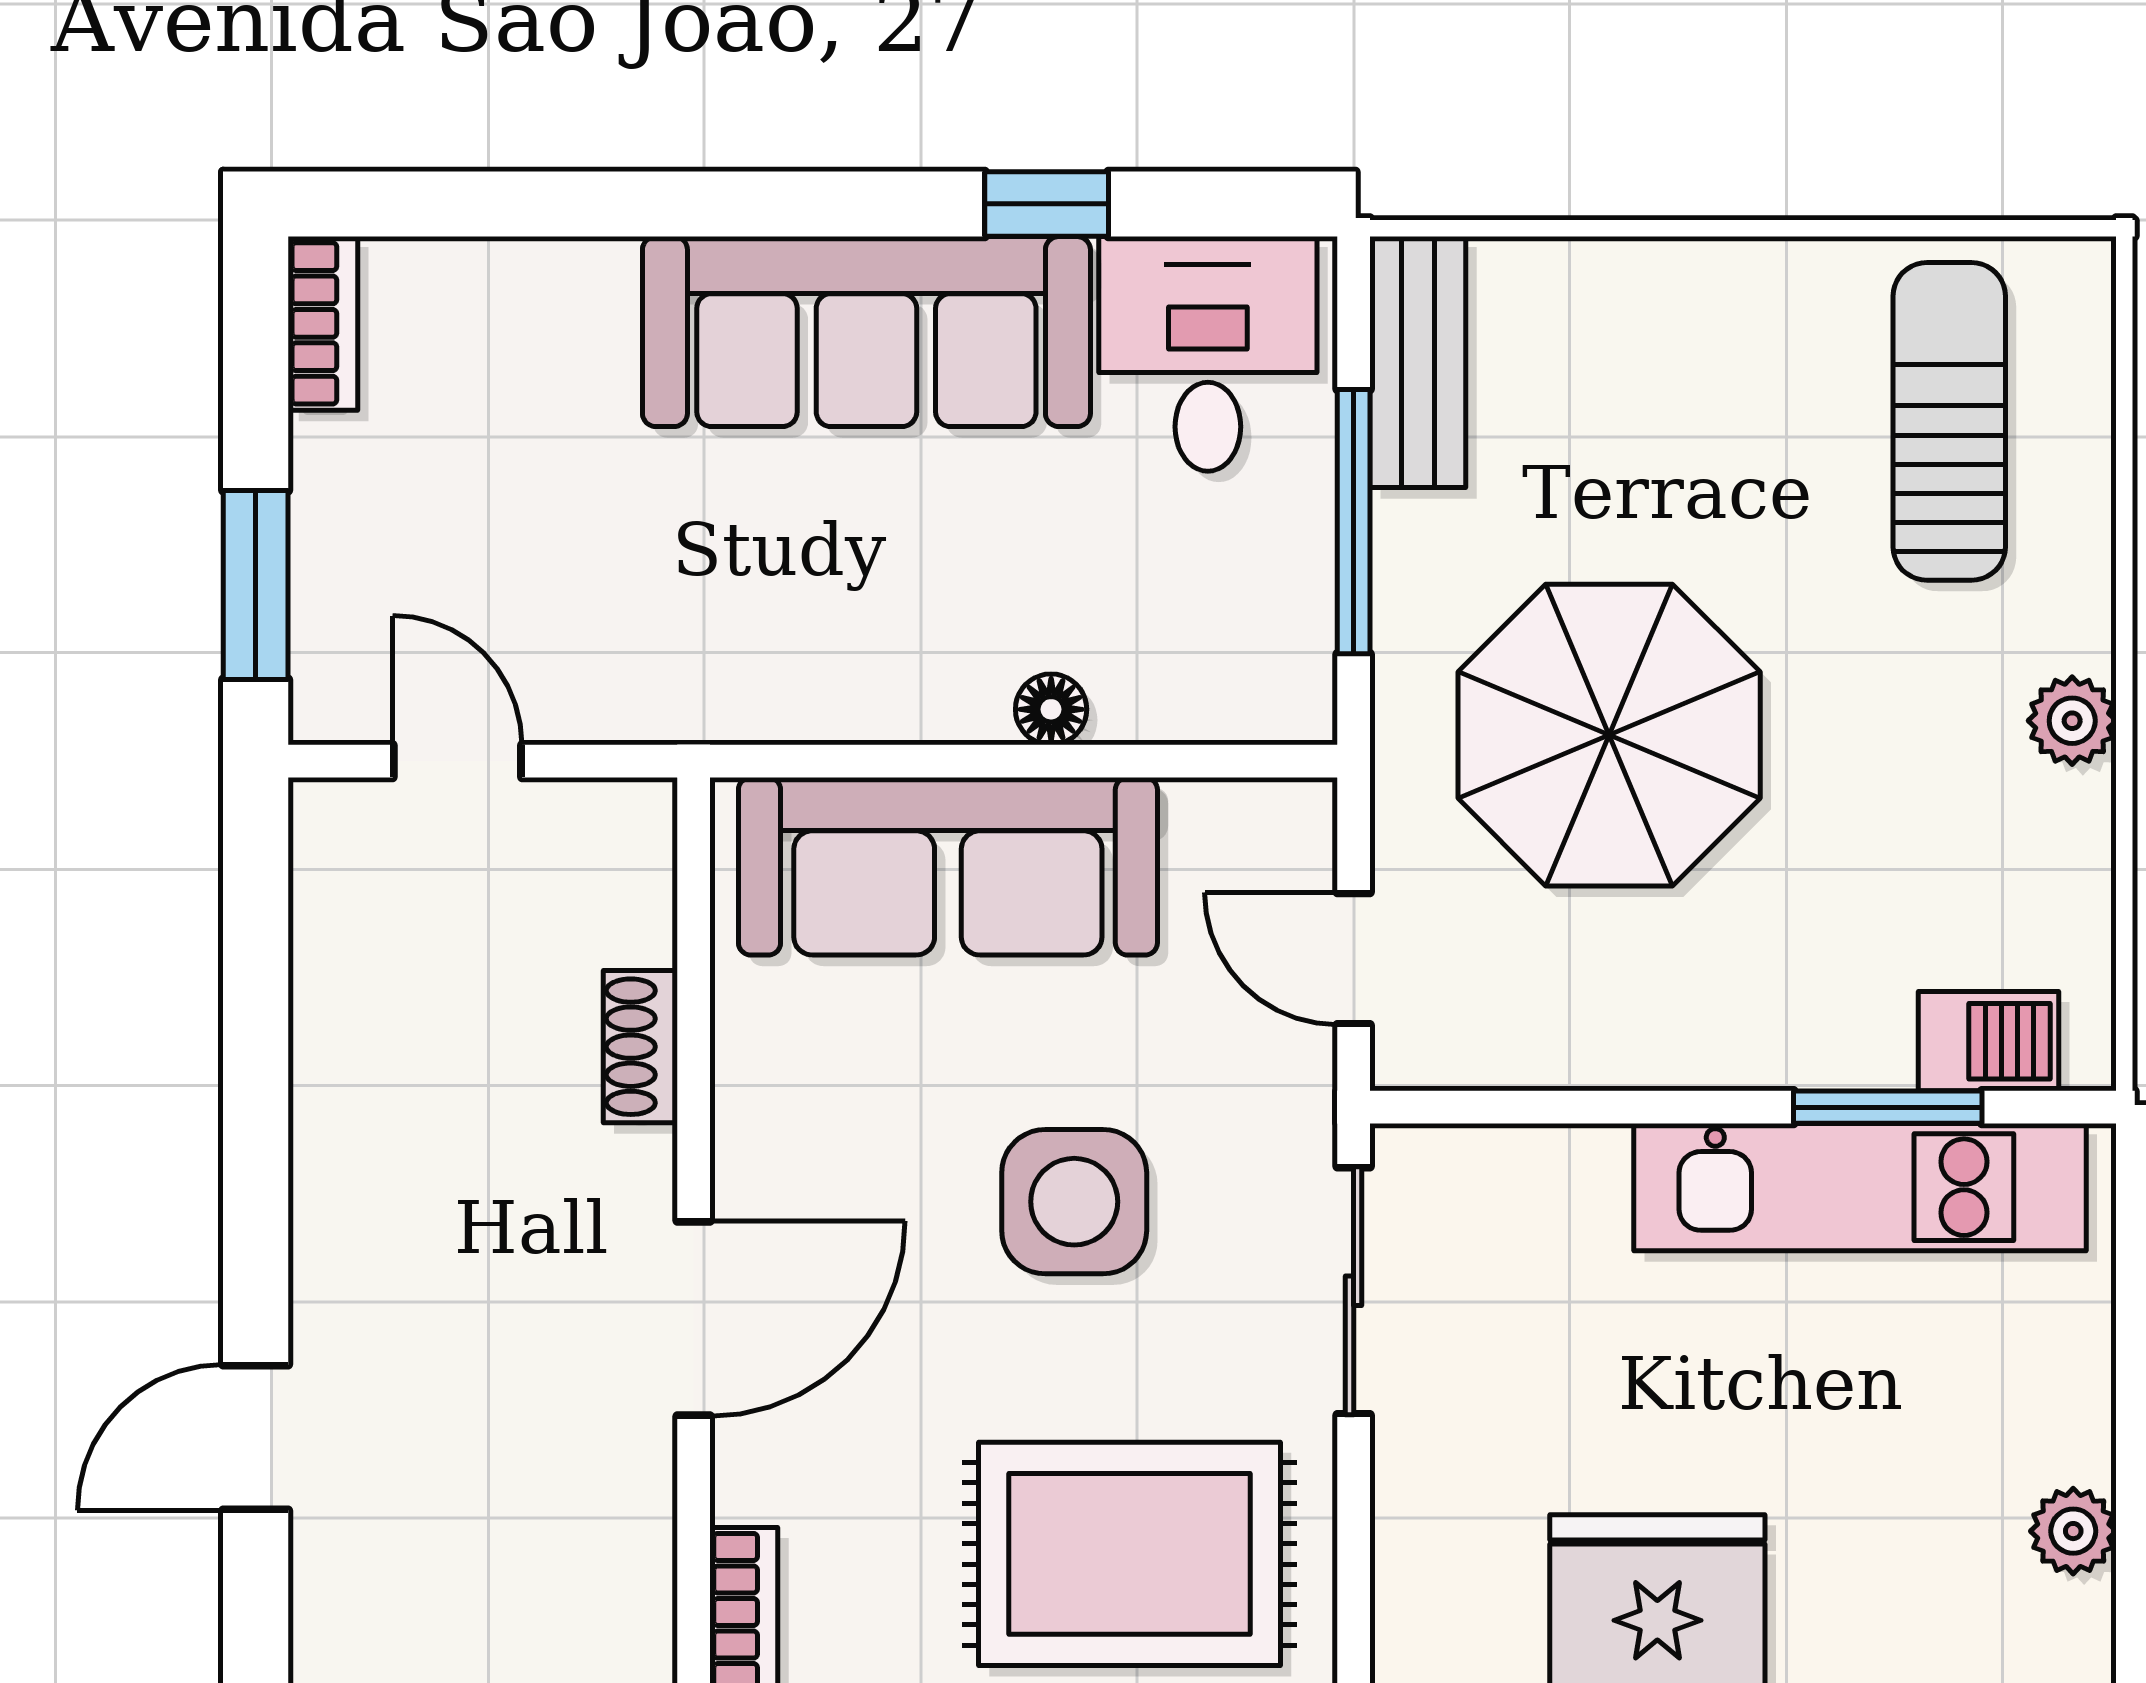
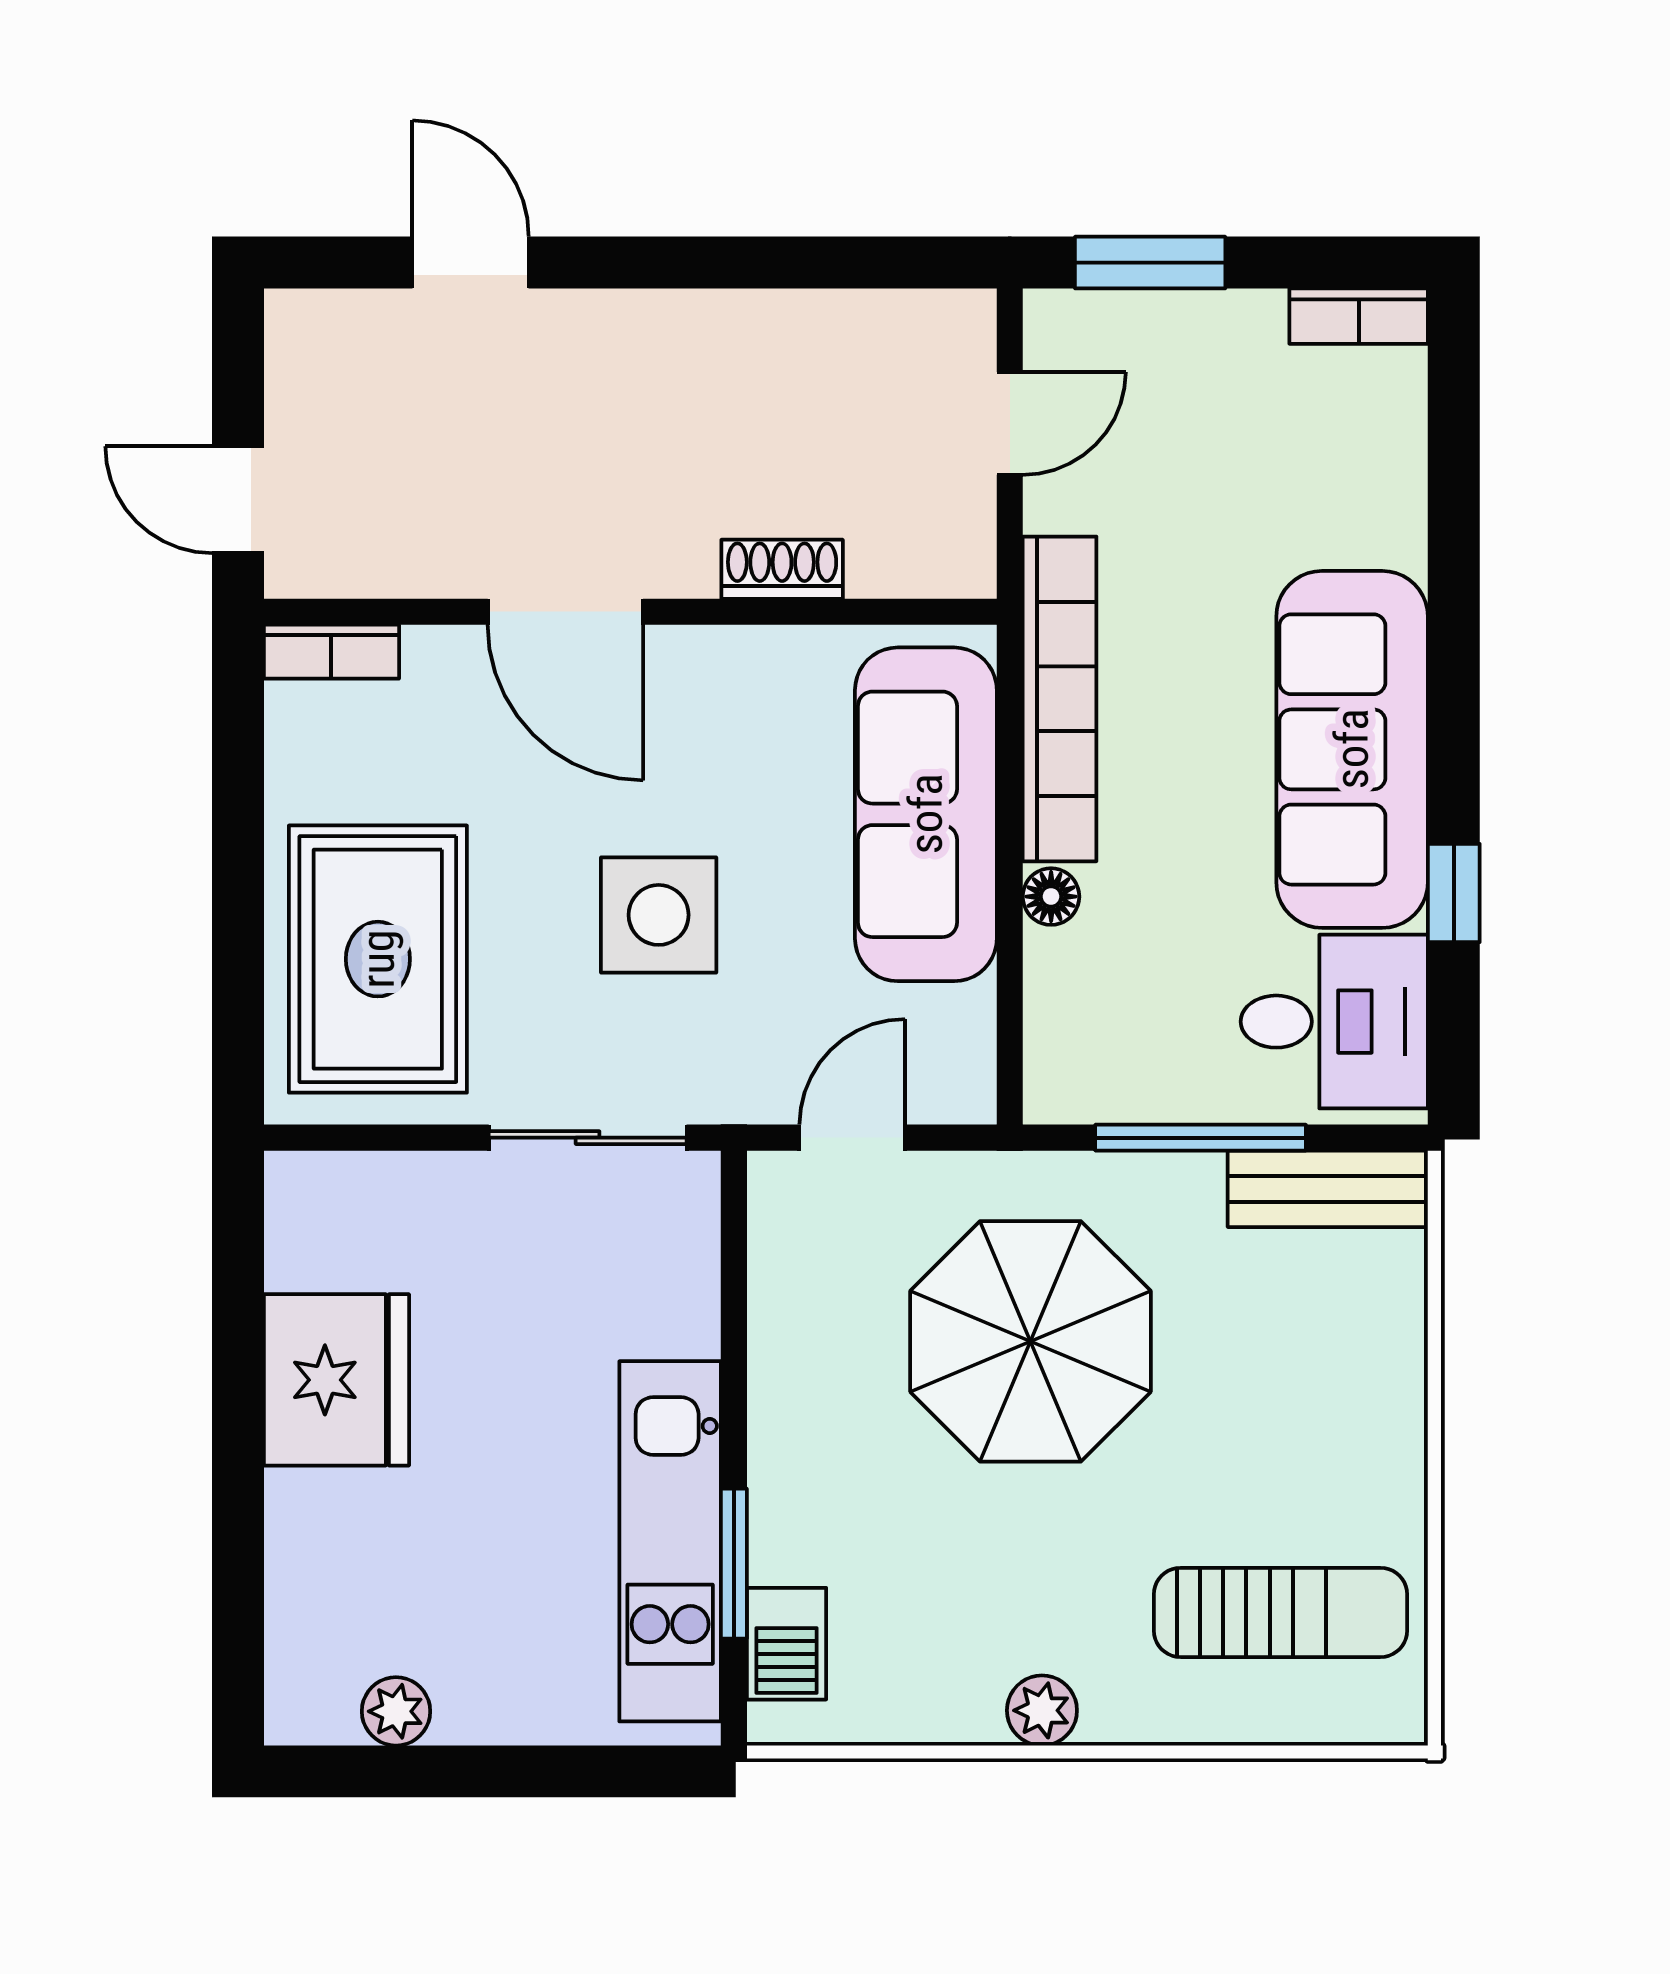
bookcase: (803, 699) -> (1060, 699), added

